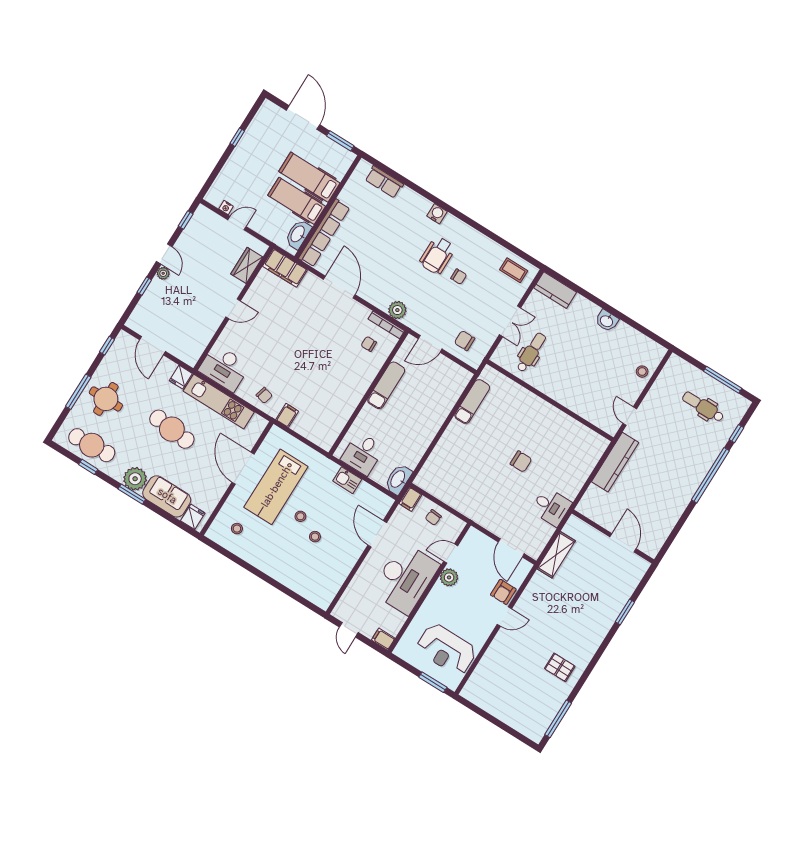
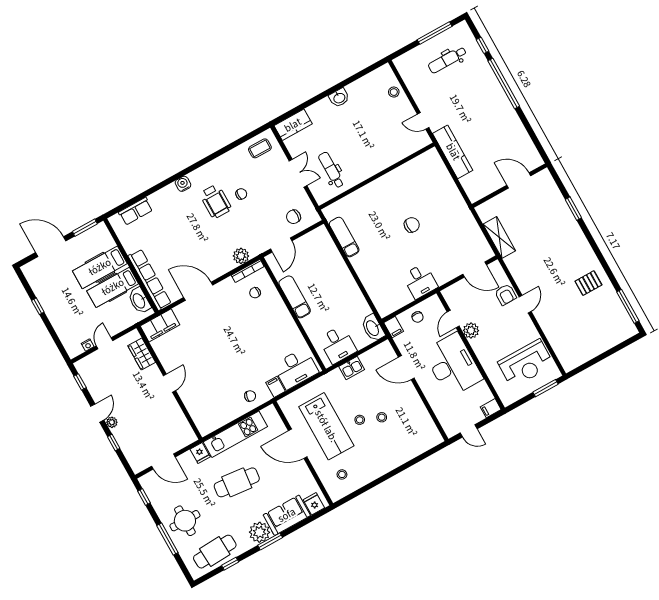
door: (164, 254) -> (97, 413), hinge flipped
desk: (224, 368) -> (296, 369), moved
desk: (551, 507) -> (420, 281), moved, turned 90

